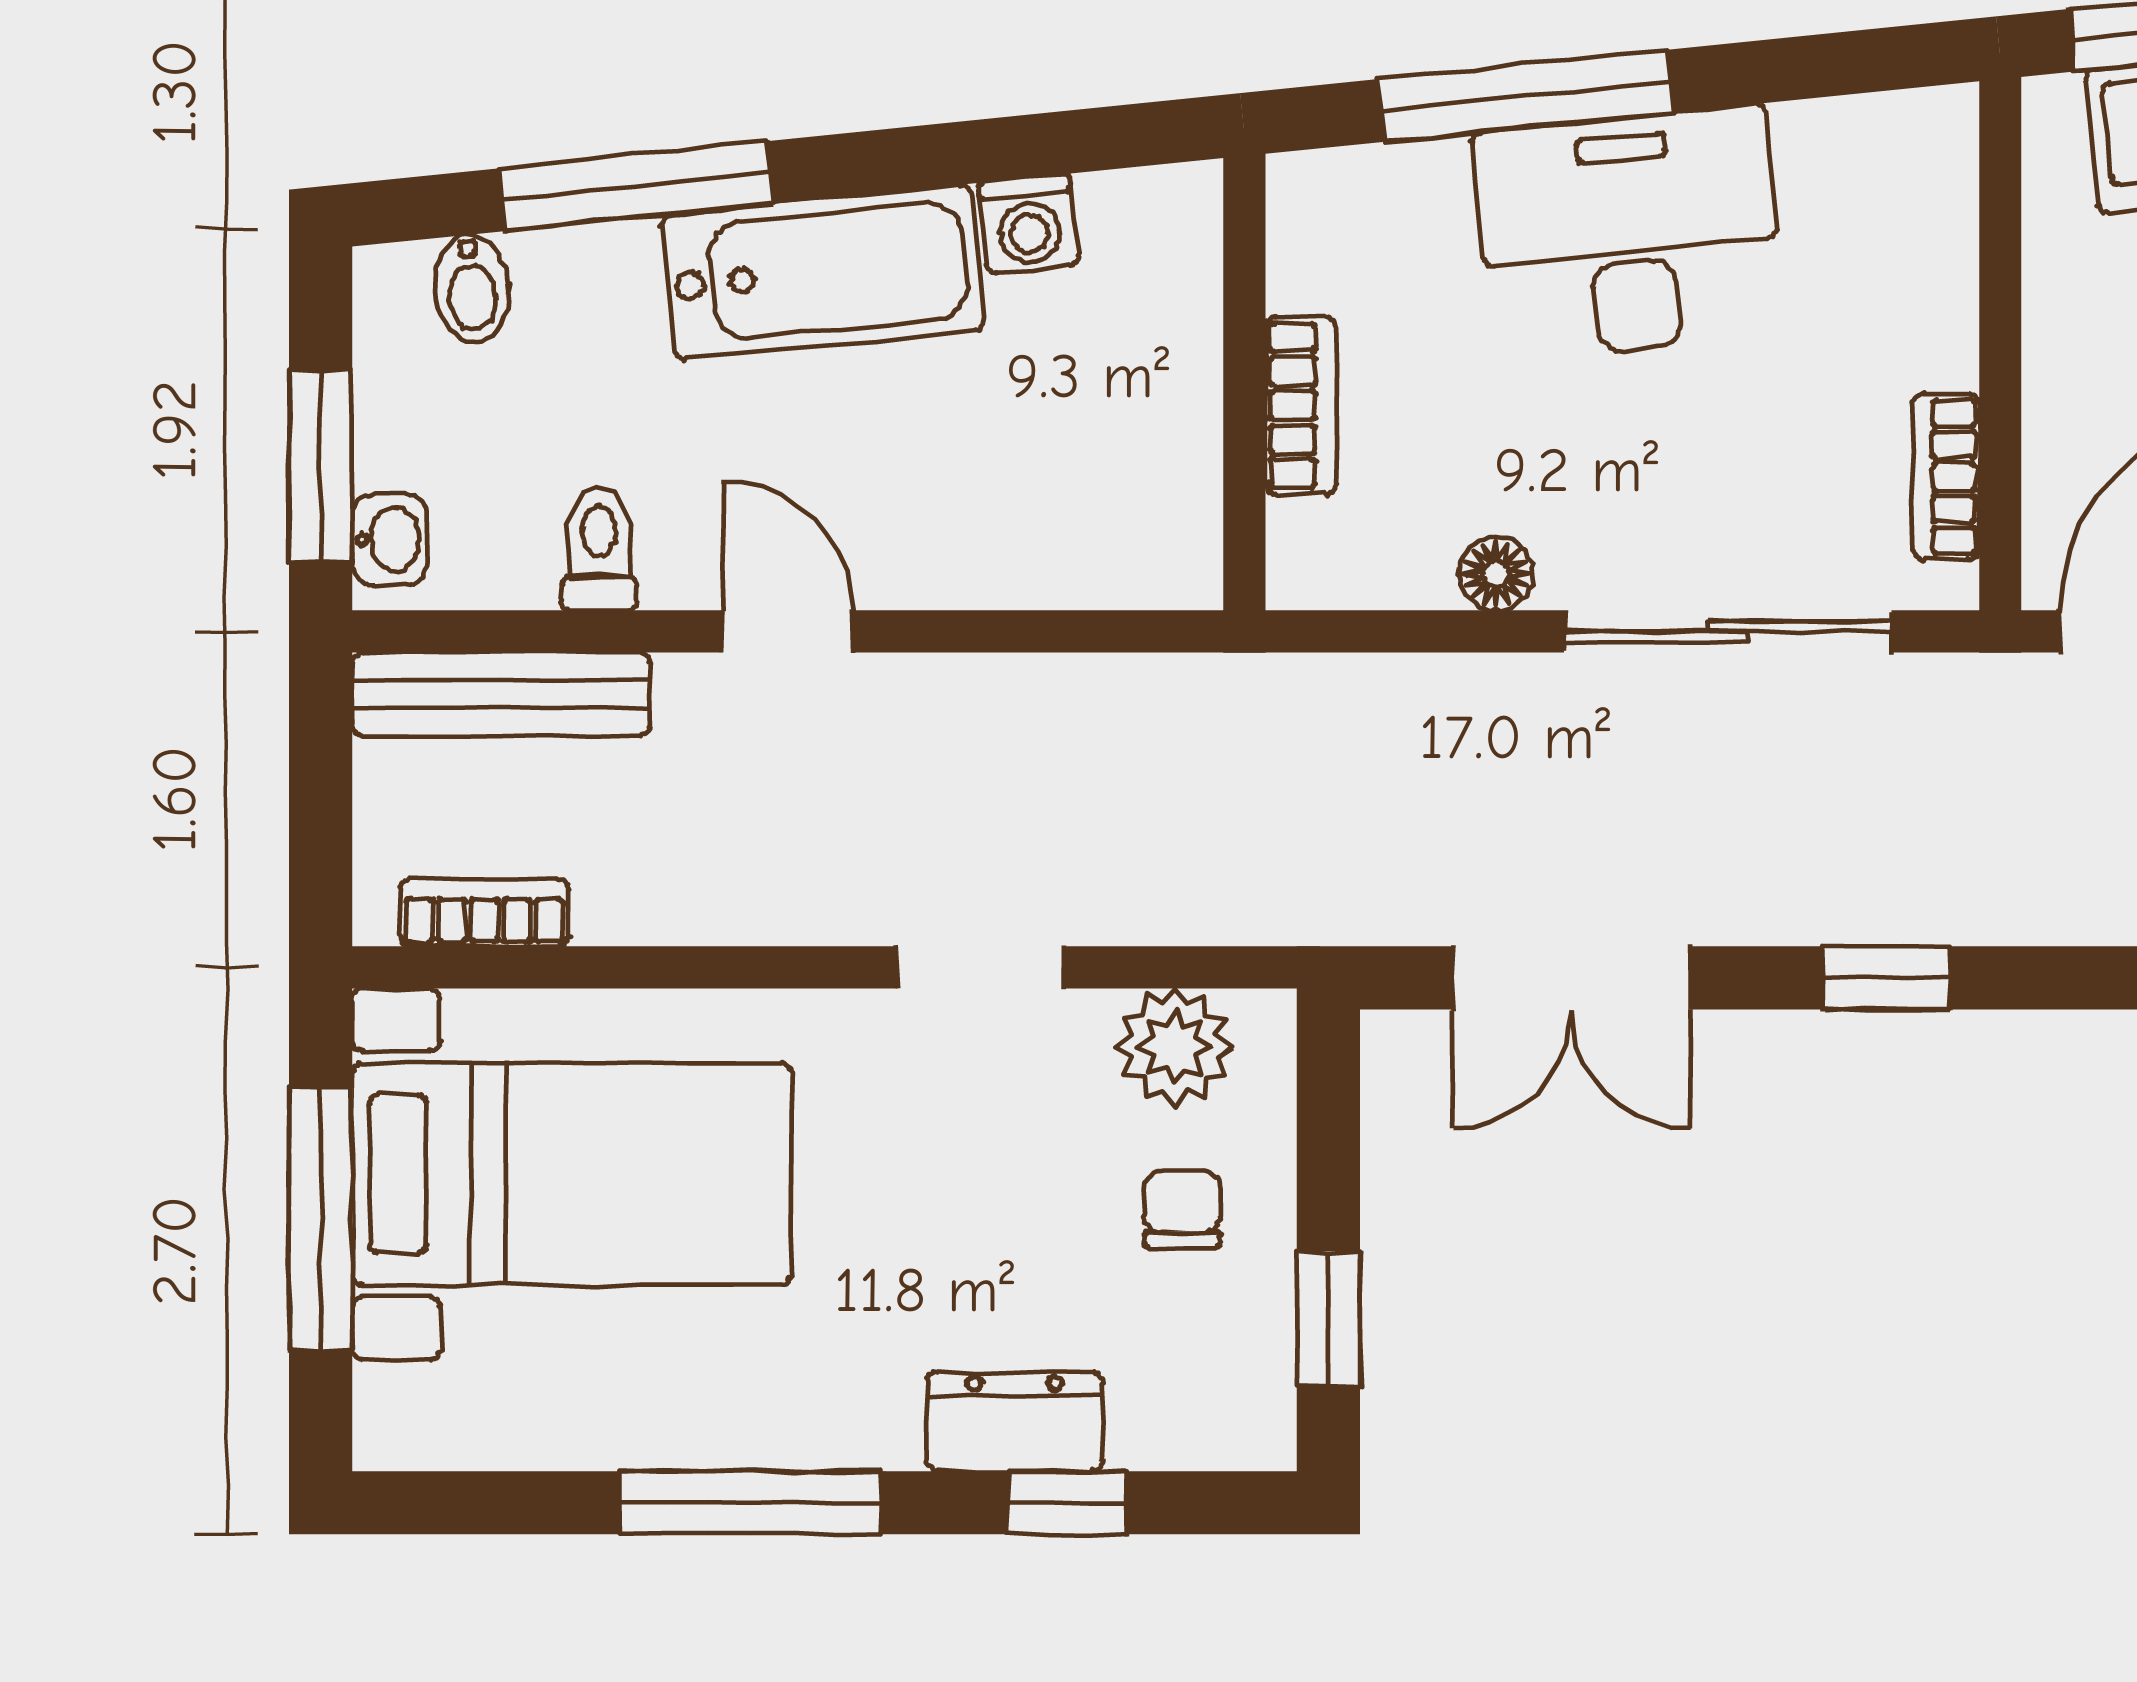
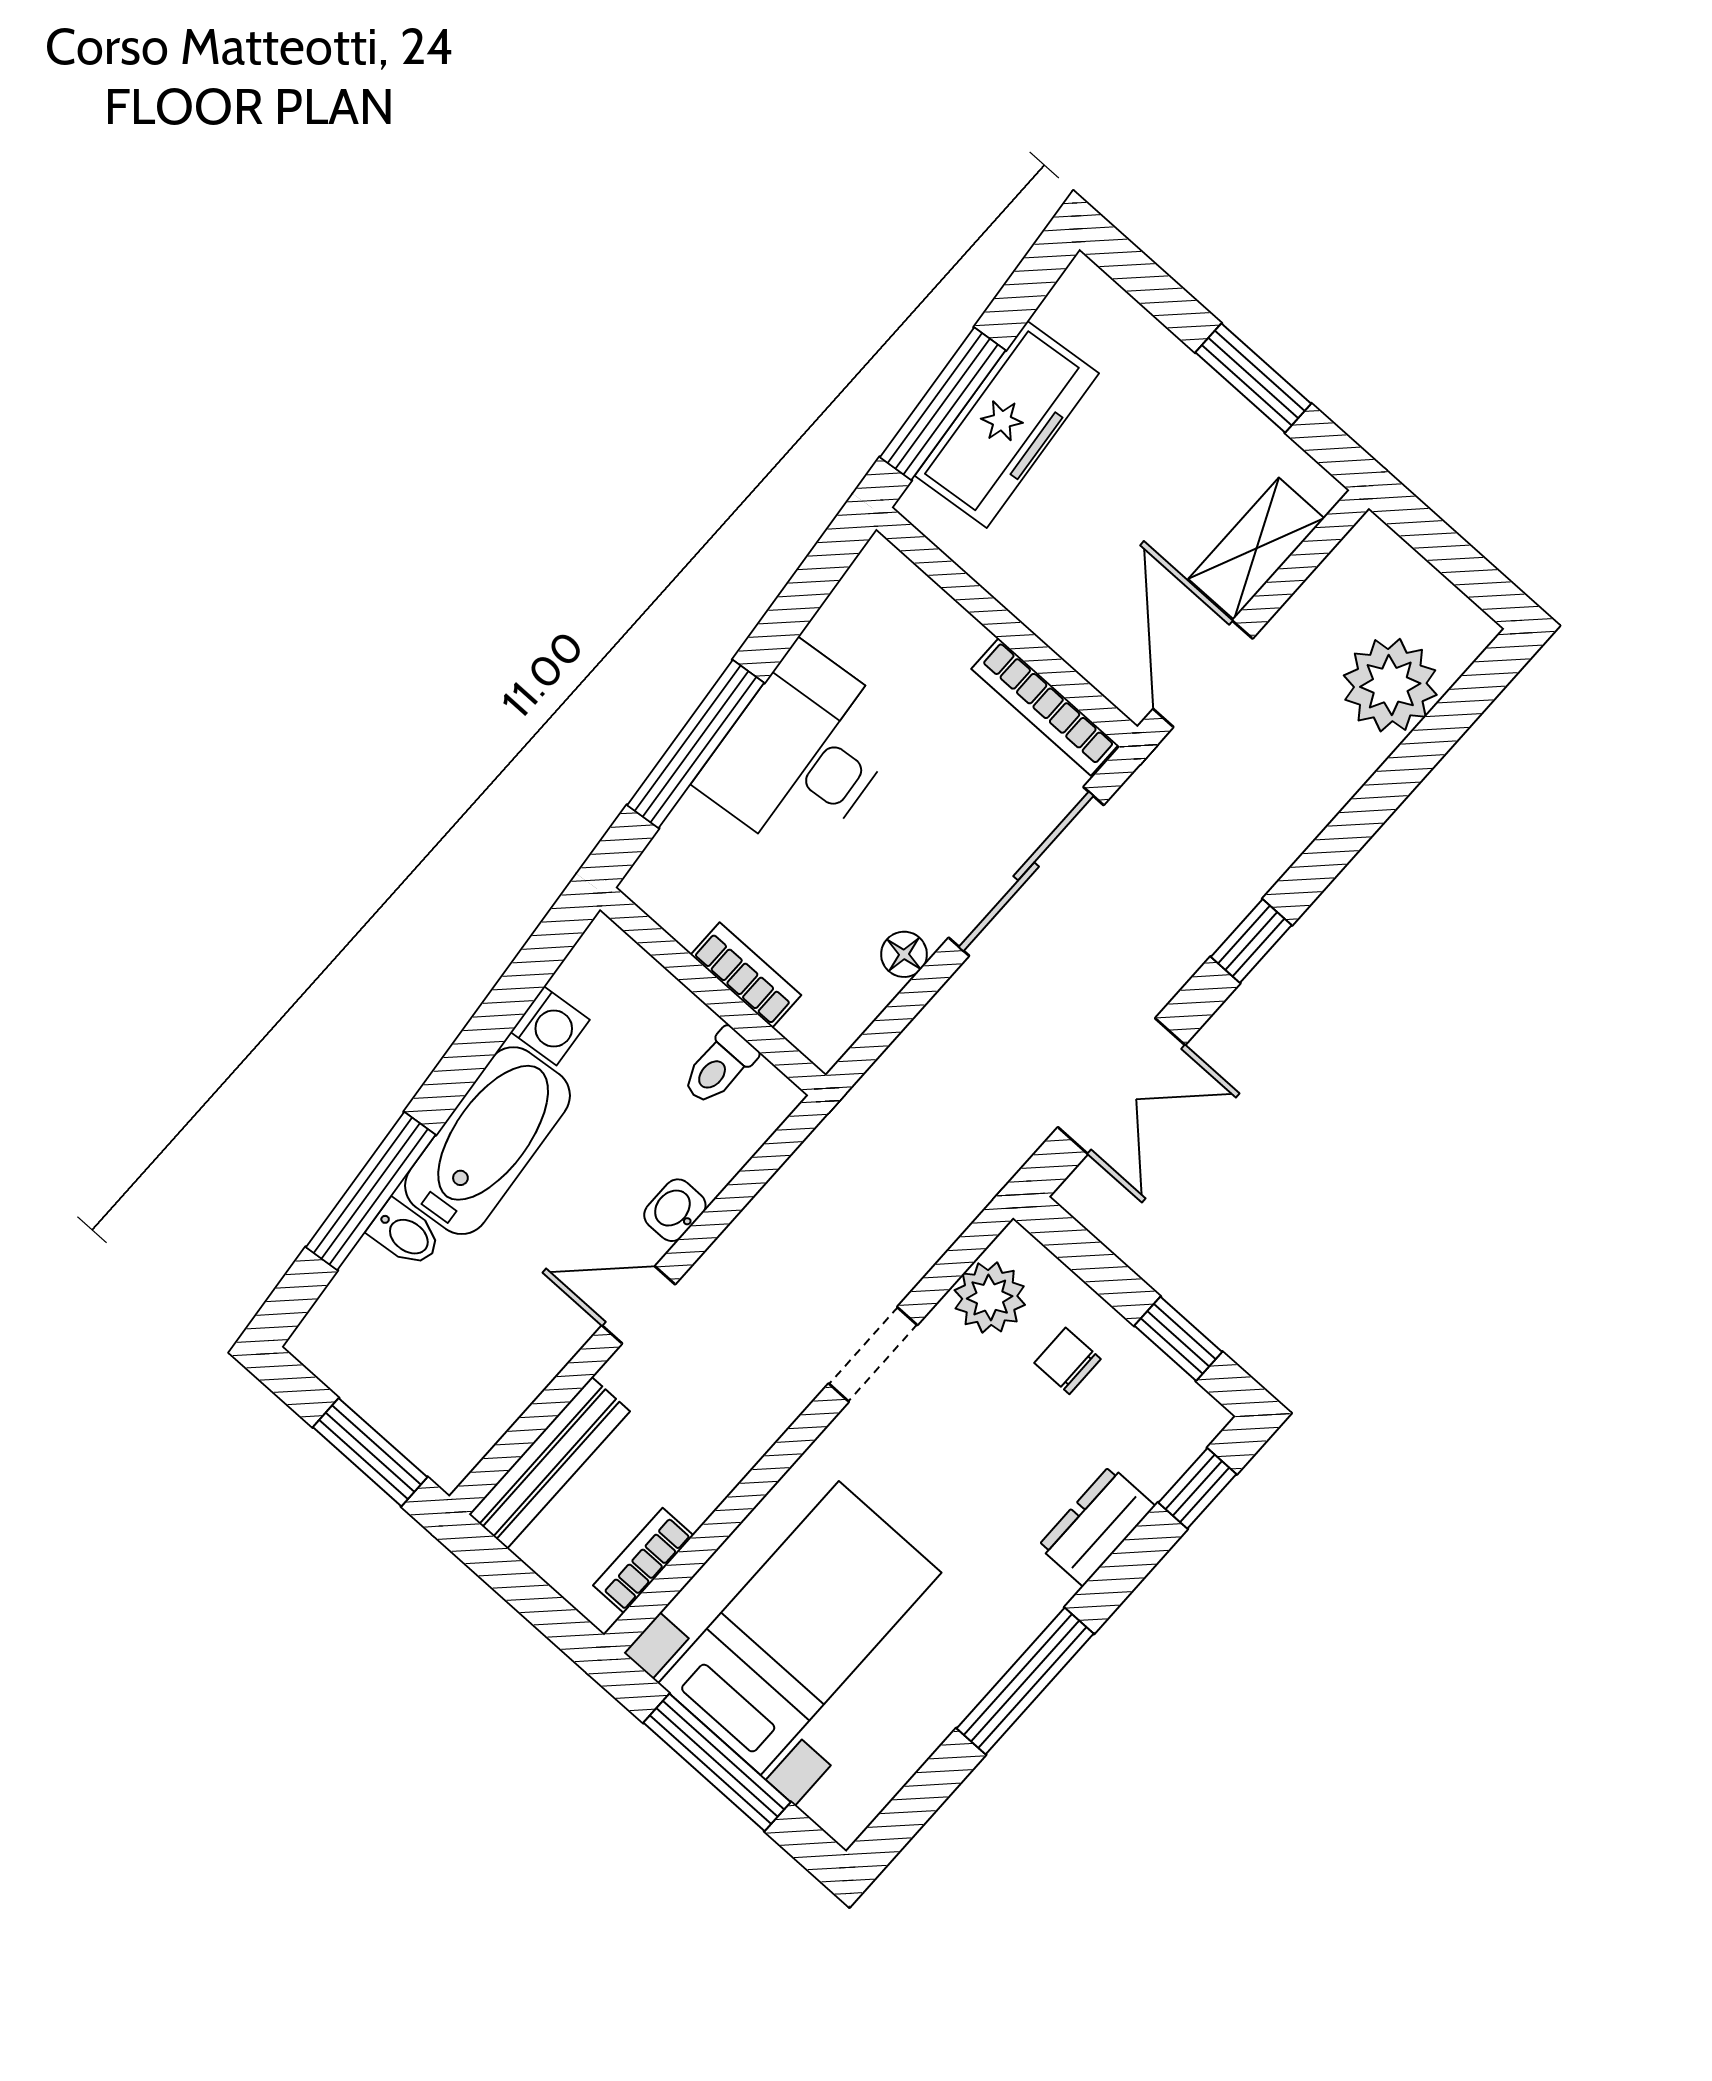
bidet: (472, 289) -> (405, 1234), moved
bookcase: (1946, 477) -> (1045, 707), width x1.56
washbasin: (389, 539) -> (675, 1210), moved, turned -90
toilet: (599, 549) -> (719, 1067), moved, turned -90
window: (1067, 1503) -> (1197, 1488), moved

